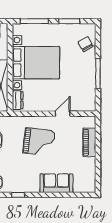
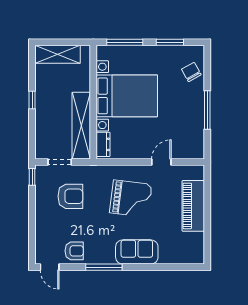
piano: (89, 142) -> (193, 206), width x1.37, depth x1.33
sofa: (56, 183) -> (137, 252), moved
window: (18, 195) -> (104, 267), width x2.17

